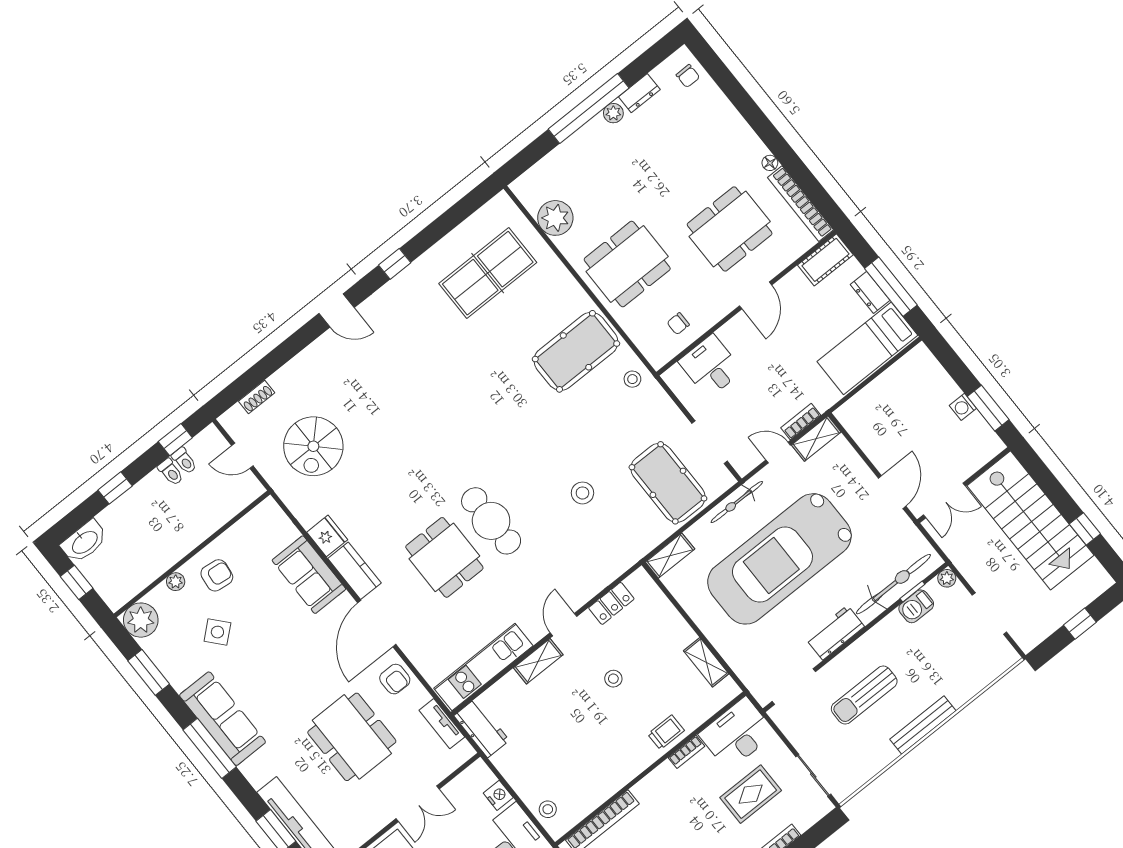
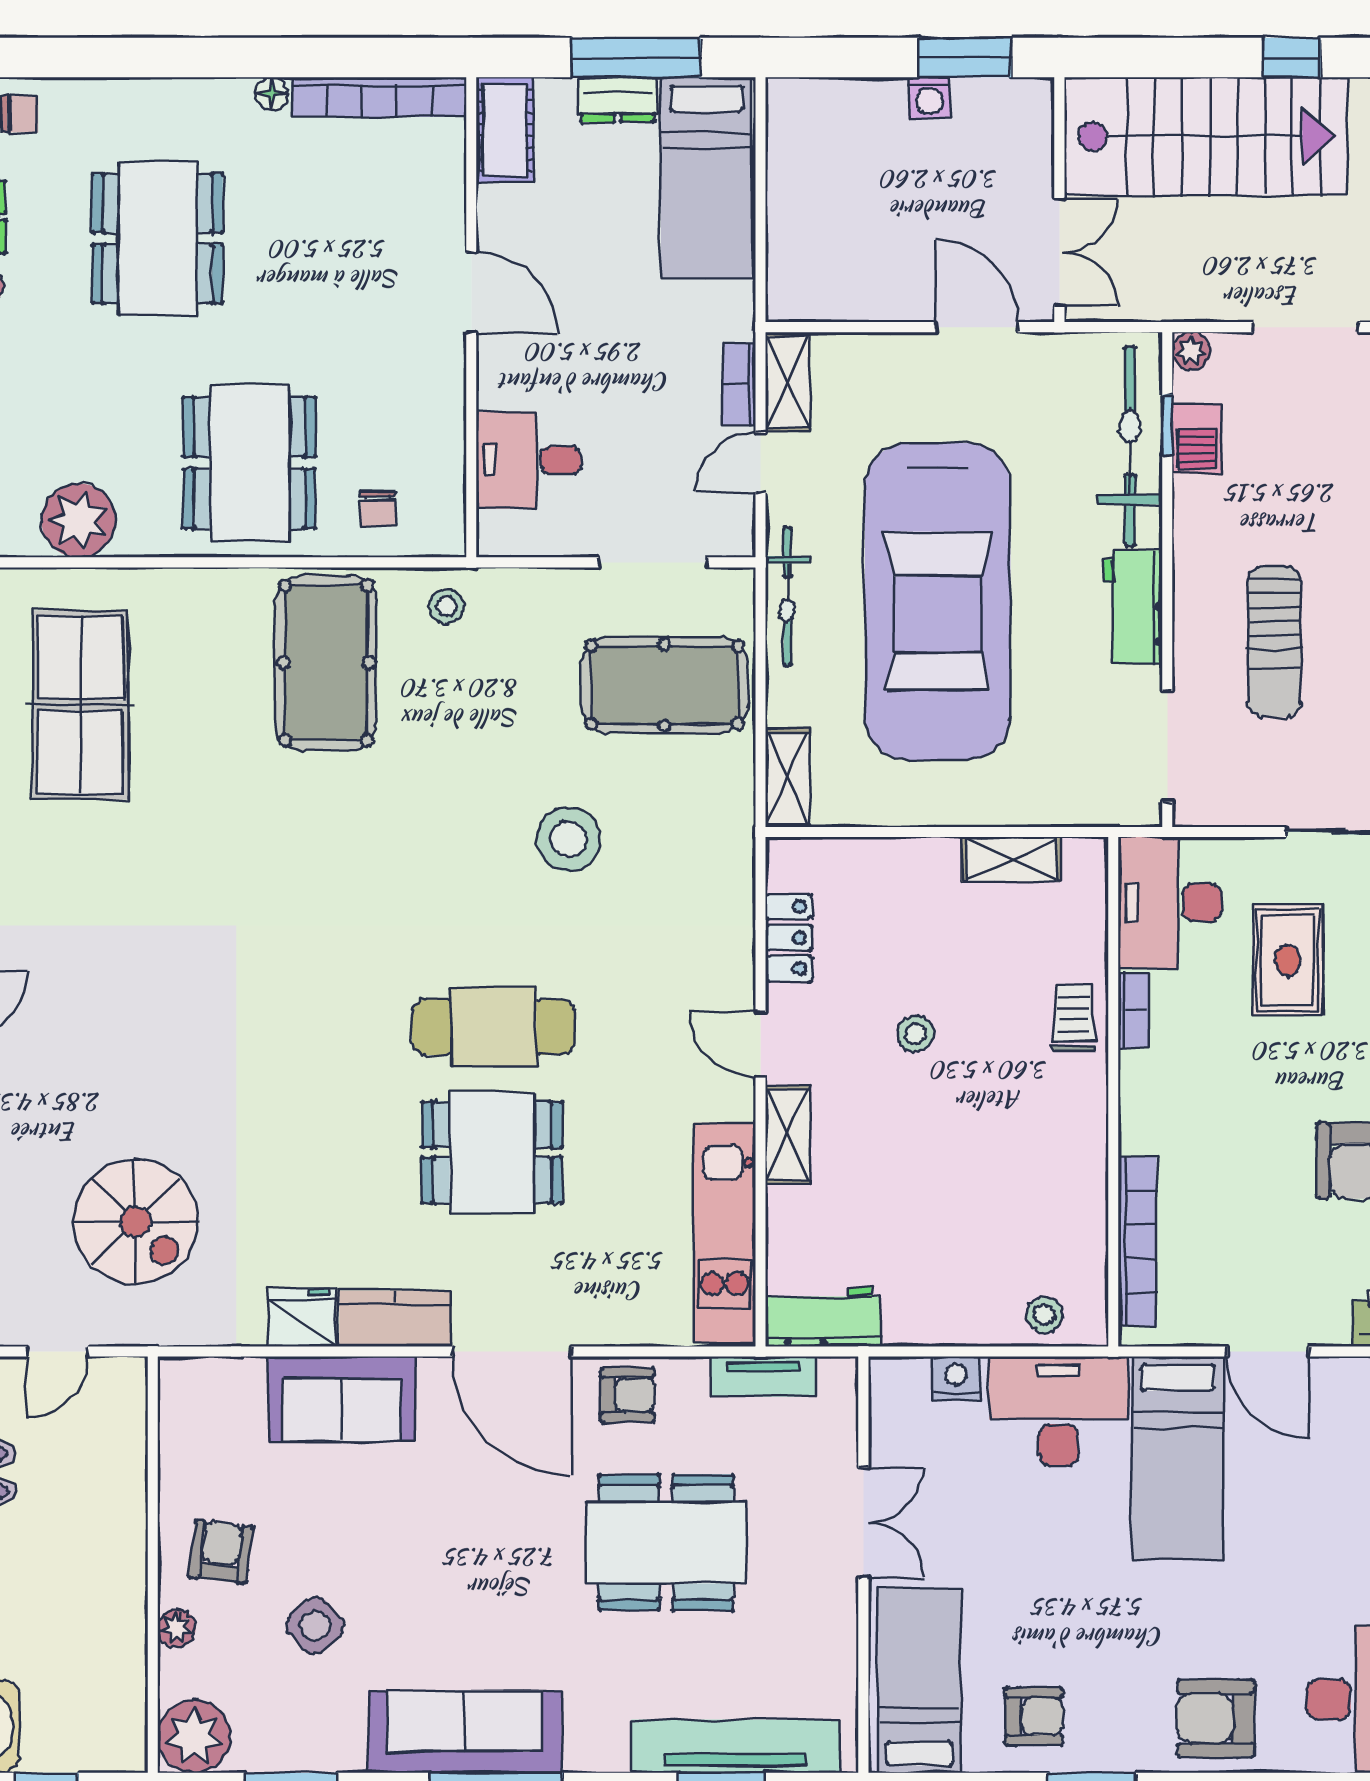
dining table: (730, 229) -> (157, 238), moved
chair: (678, 324) -> (378, 509), moved
stool: (582, 493) -> (568, 839), width x1.38, depth x1.38

